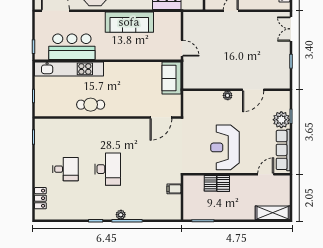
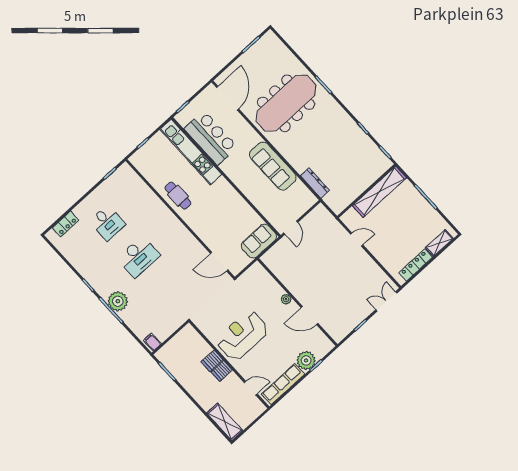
server rack: (210, 183) -> (222, 371), moved
filing cabinet: (174, 189) -> (152, 342), moved
plant: (121, 215) -> (118, 301), width x1.88, depth x1.88

